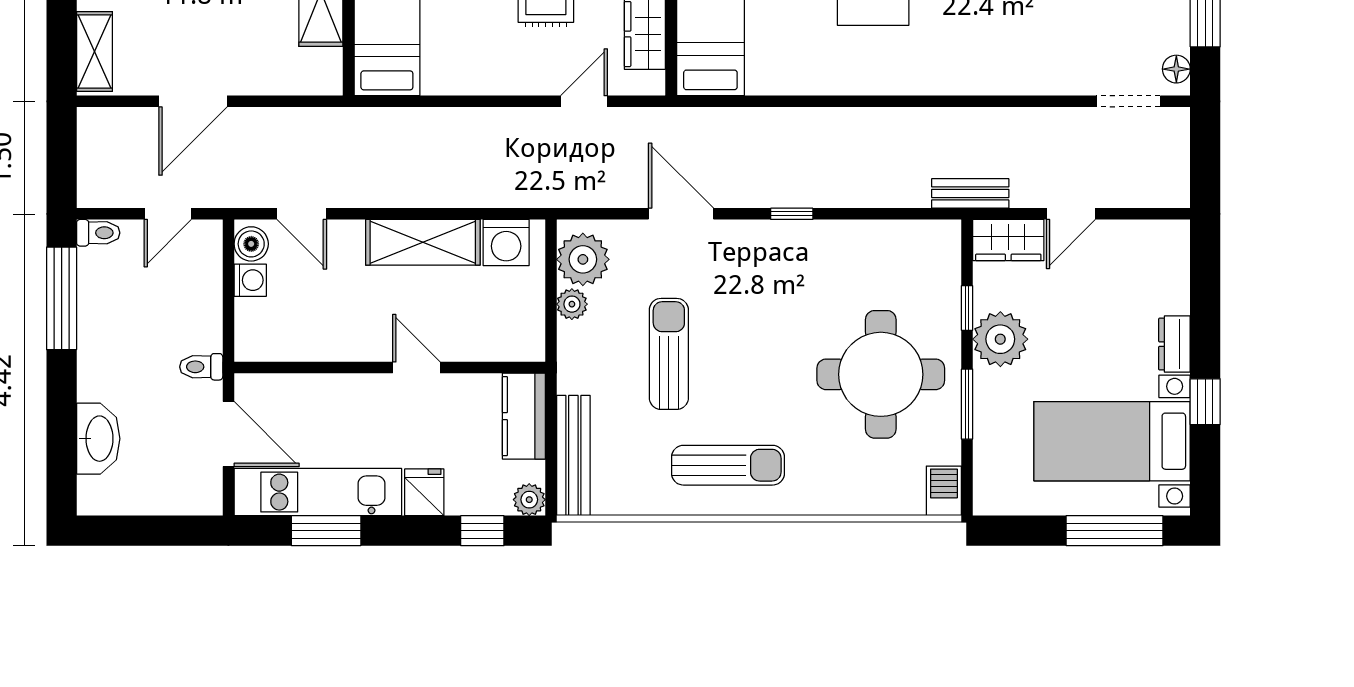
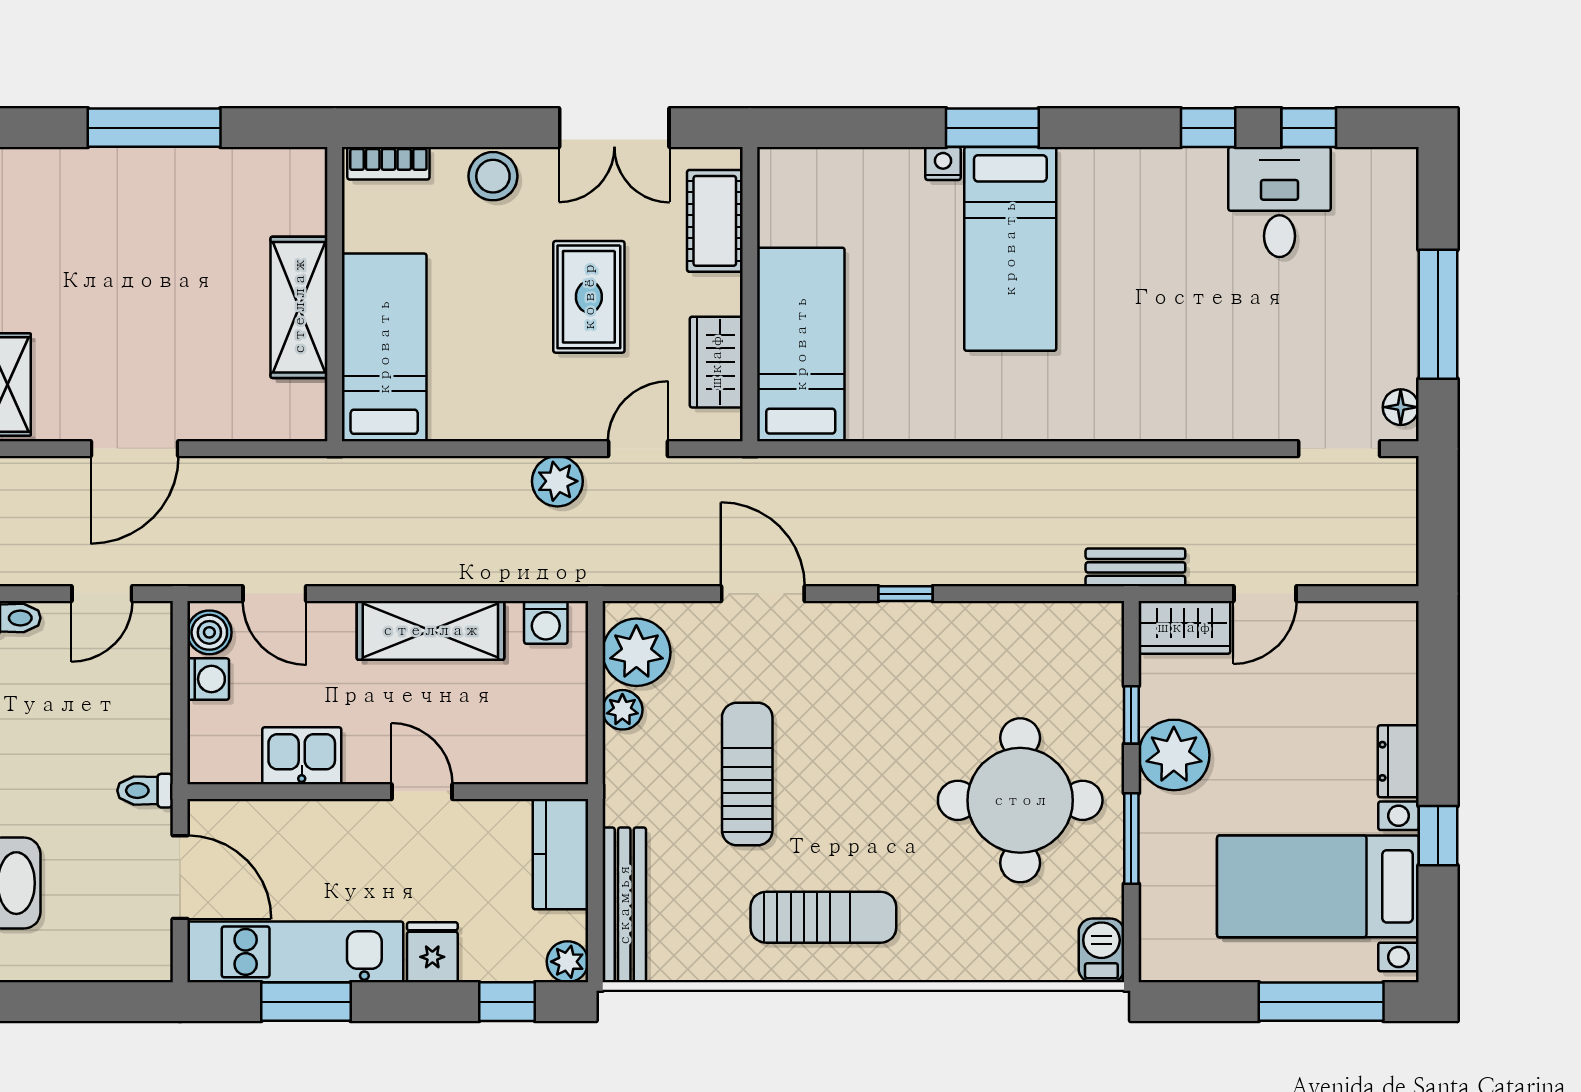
plant: (521, 127) -> (557, 481), added
washing machine: (506, 242) -> (546, 622), width x0.73, depth x0.73
kitchen sink: (323, 340) -> (302, 756), added

